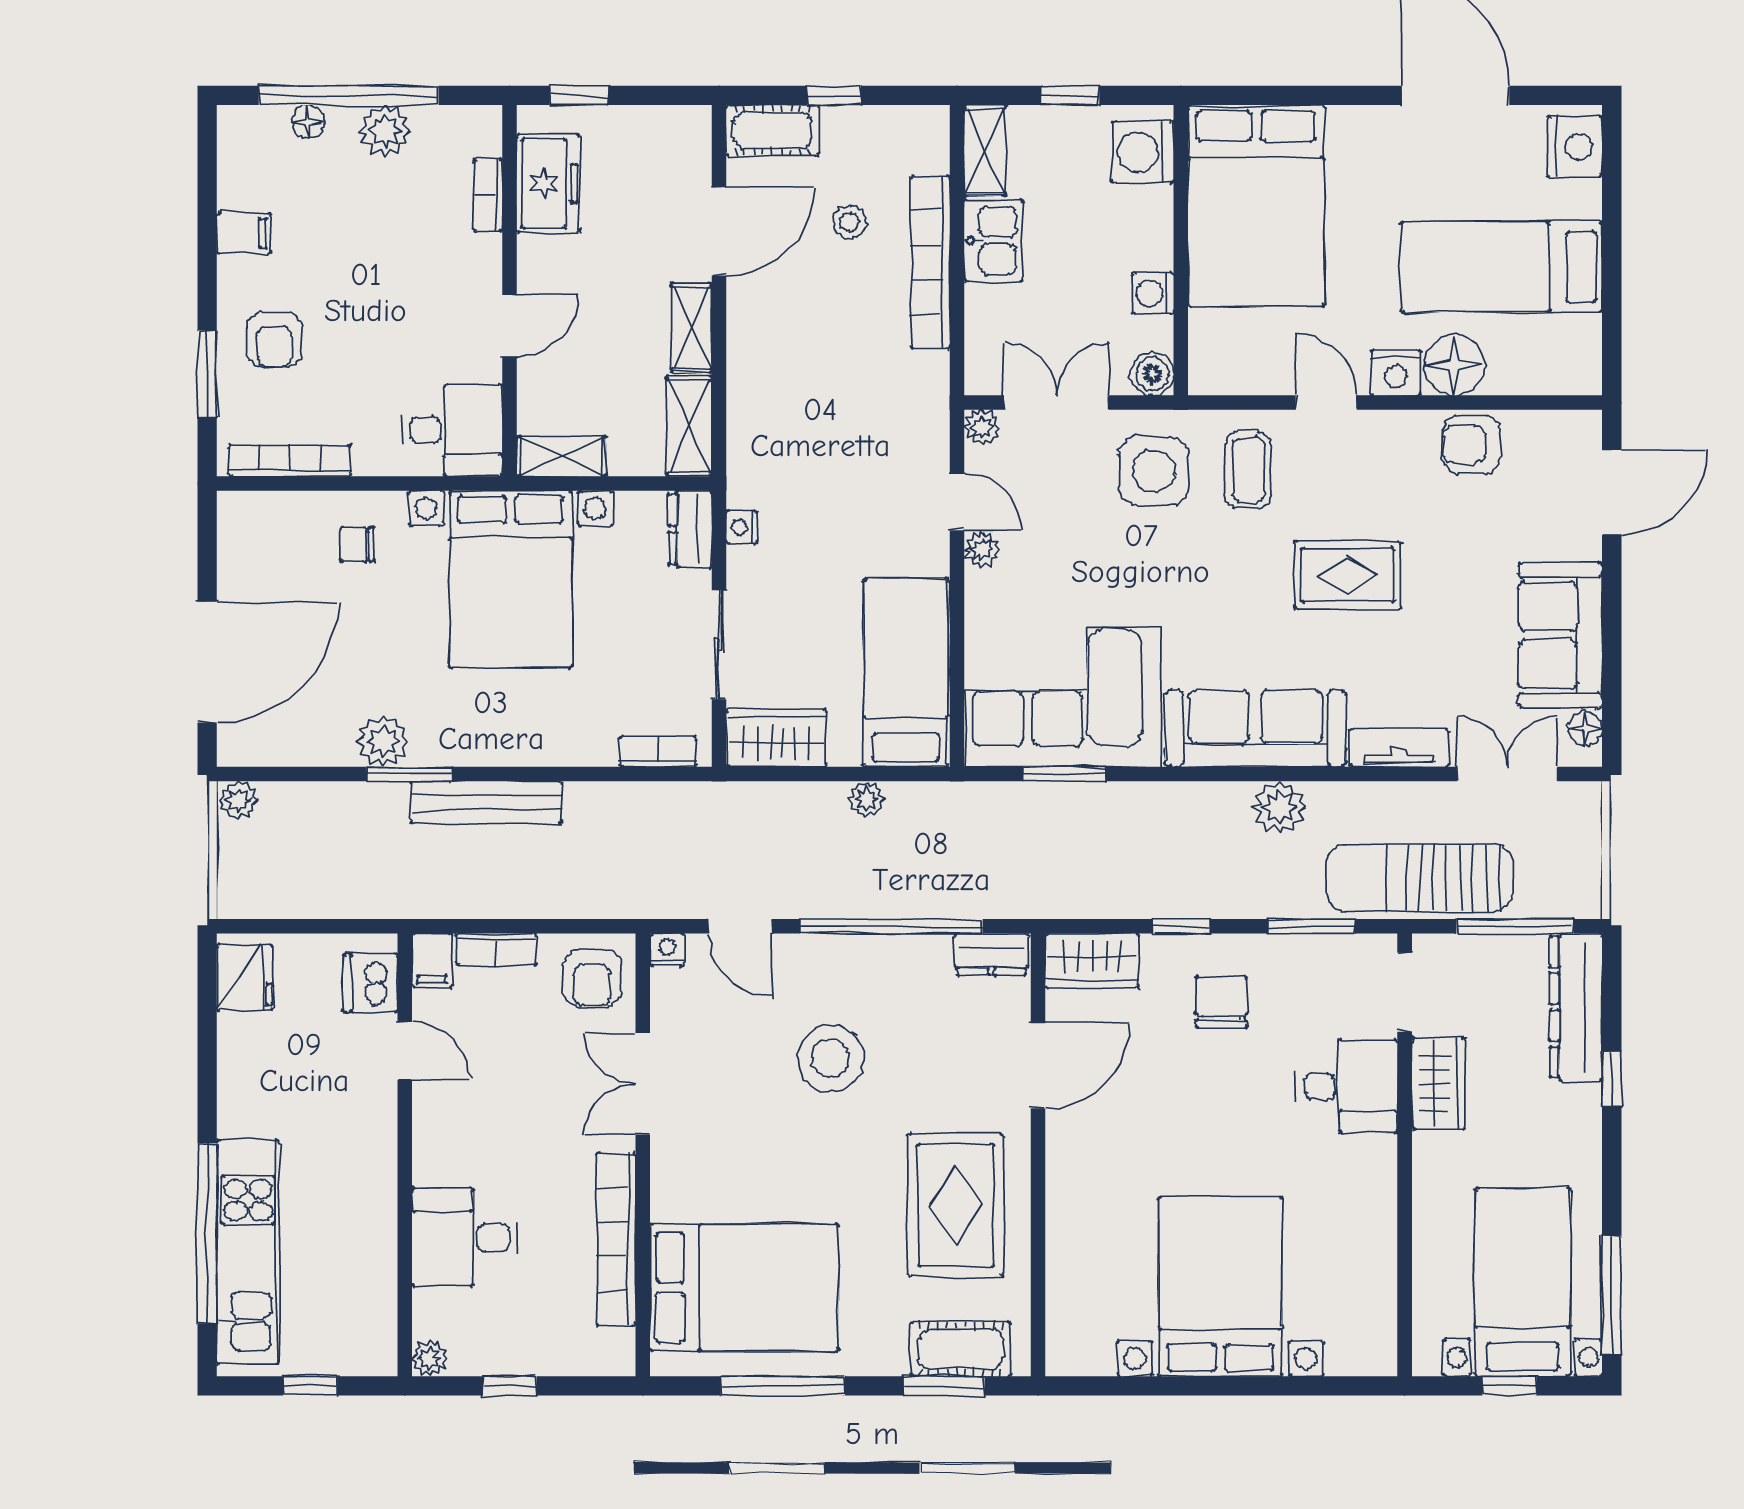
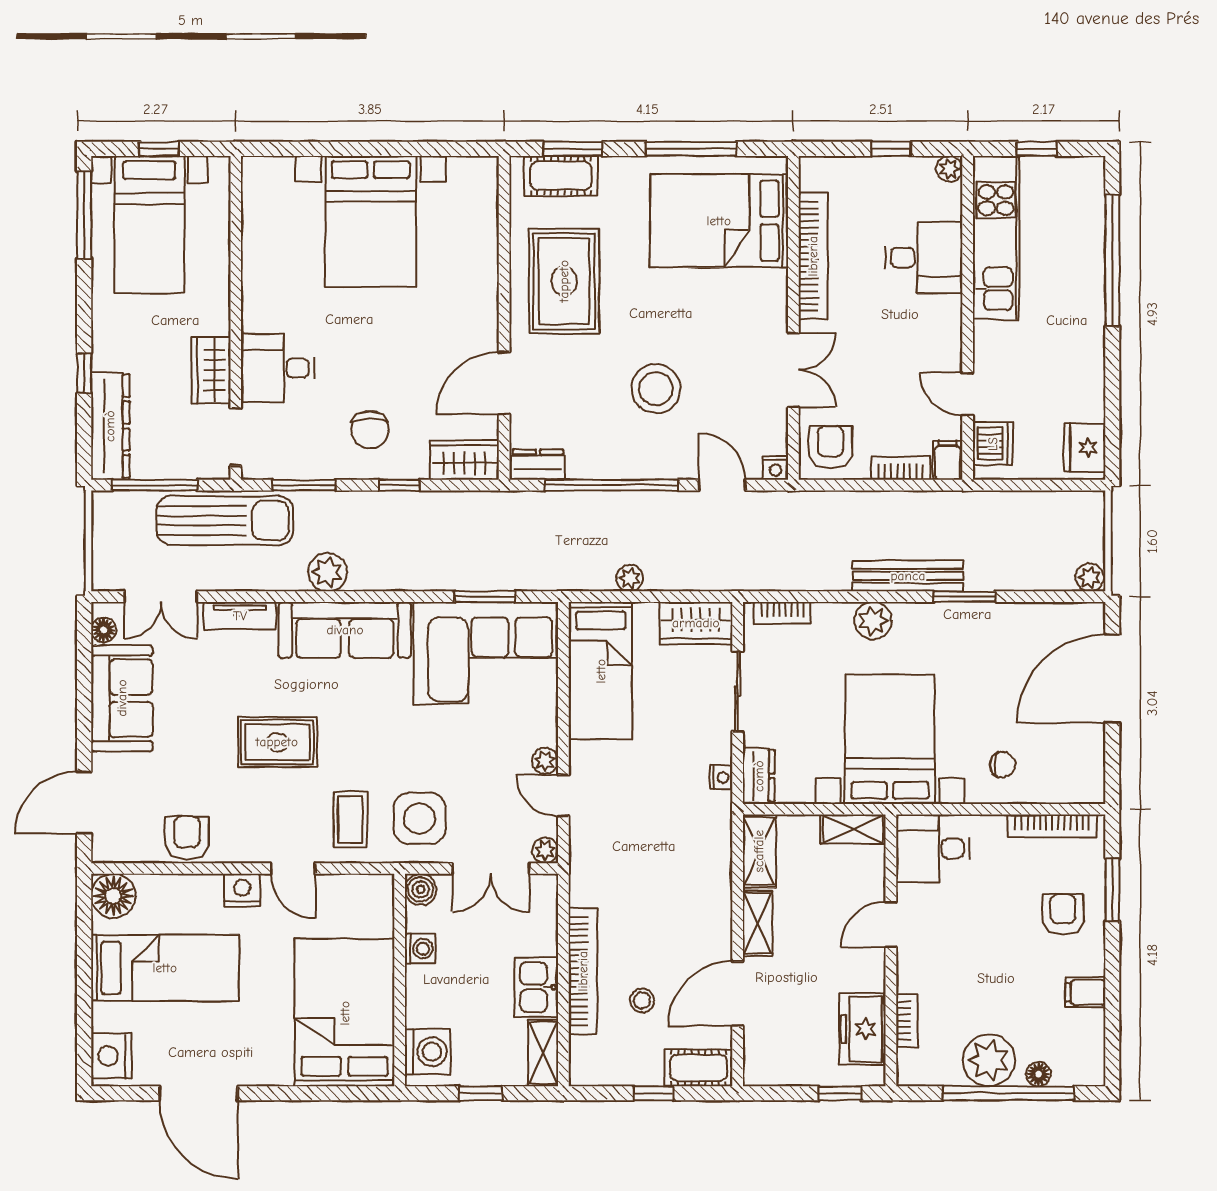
plant: (385, 131) -> (989, 1060), width x1.36, depth x1.36
floor lamp: (1455, 365) -> (113, 896), moved
armchair: (1471, 445) -> (187, 838), turned -90
plant: (383, 741) -> (873, 621), moved
kitchen unit: (248, 1252) -> (996, 238), moved, turned 180

